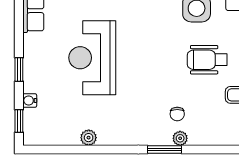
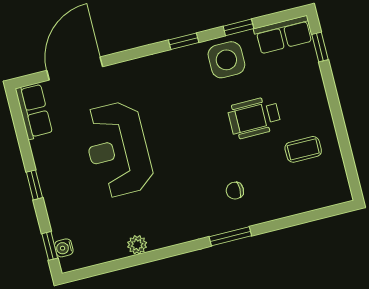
water cooler: (30, 100) -> (64, 248), moved
chair: (177, 114) -> (235, 191), turned 90
plant: (180, 138) -> (246, 218), removed

